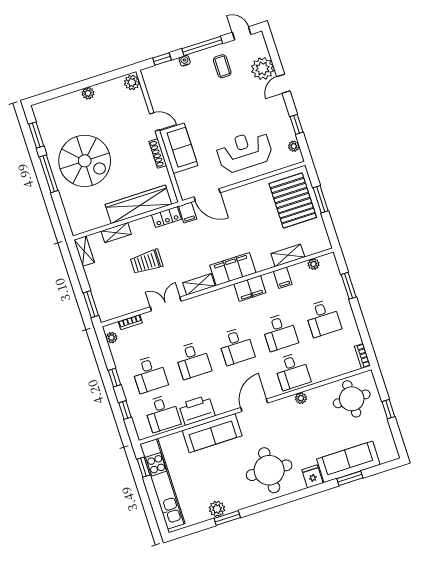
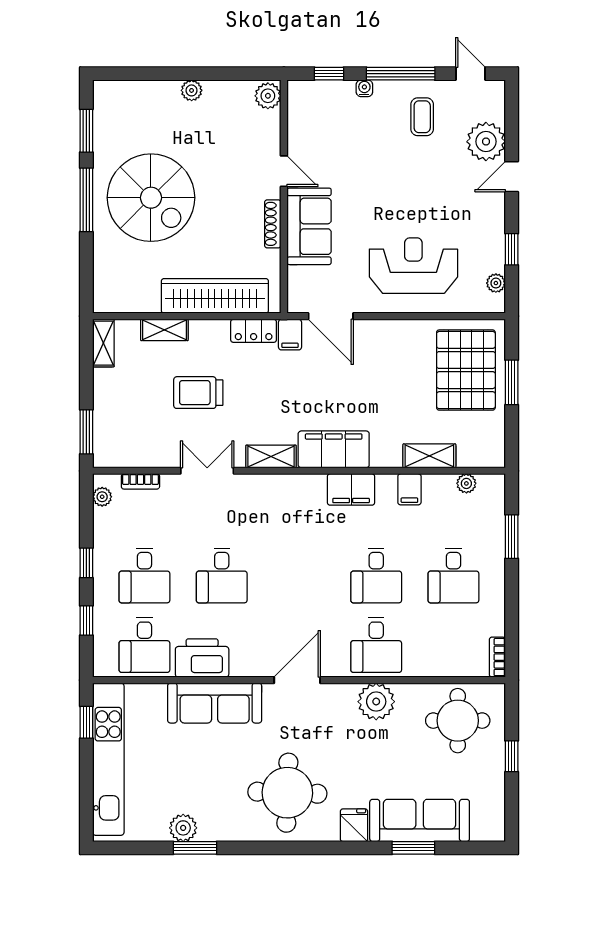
desk: (236, 346) -> (299, 575), removed
plant: (301, 398) -> (376, 702), width x1.87, depth x1.87

